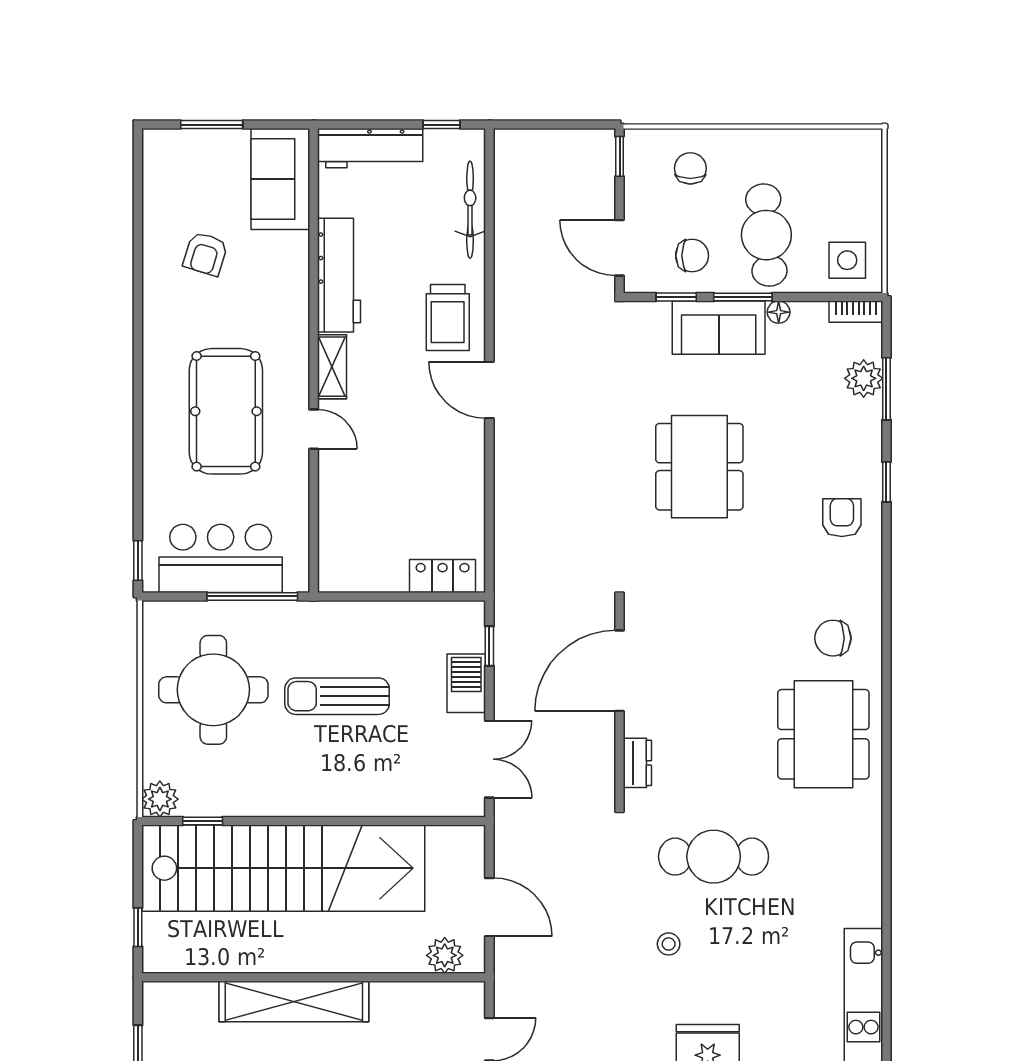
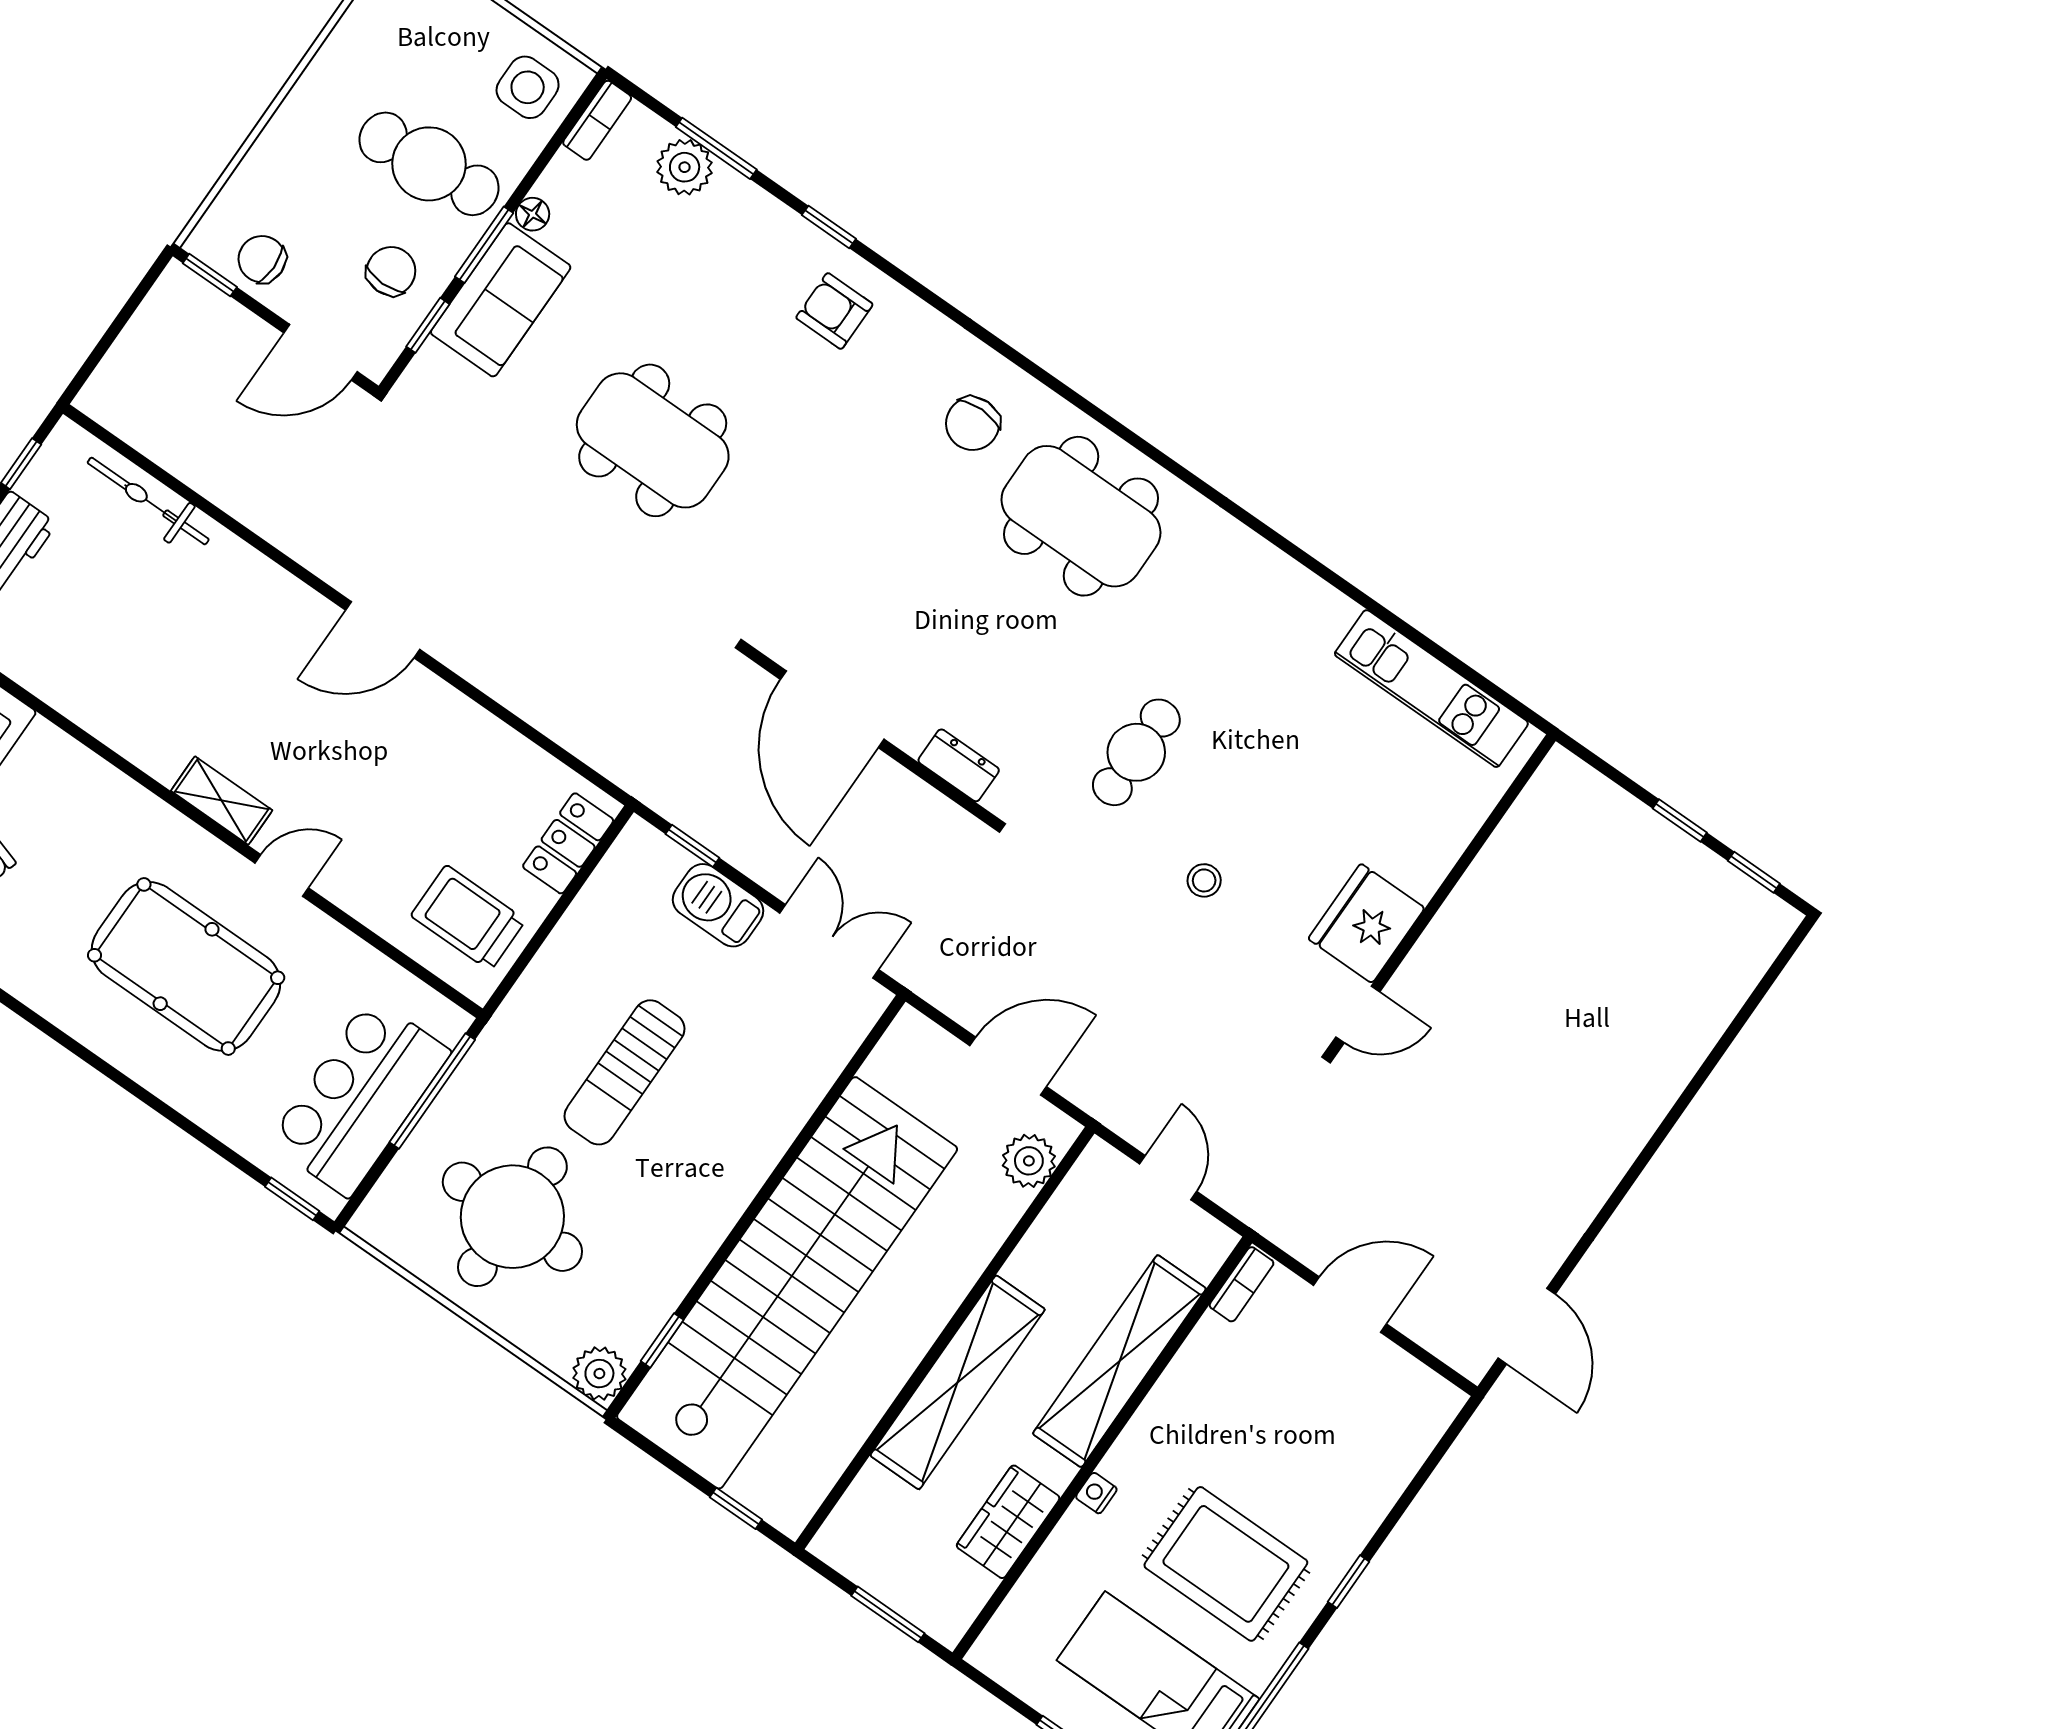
chair: (690, 168) -> (262, 259), moved
workbench: (339, 275) -> (117, 715), removed
trolley: (448, 317) -> (468, 918), moved, turned 180
cafe table: (714, 857) -> (1136, 752), width x0.73, depth x0.74

